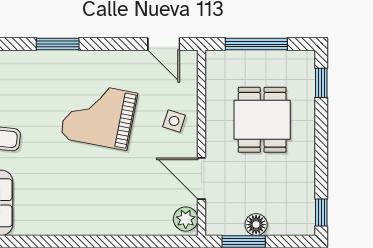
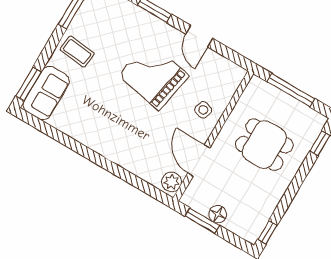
door: (164, 44) -> (199, 36), moved
dining table: (262, 120) -> (264, 145), turned 90

